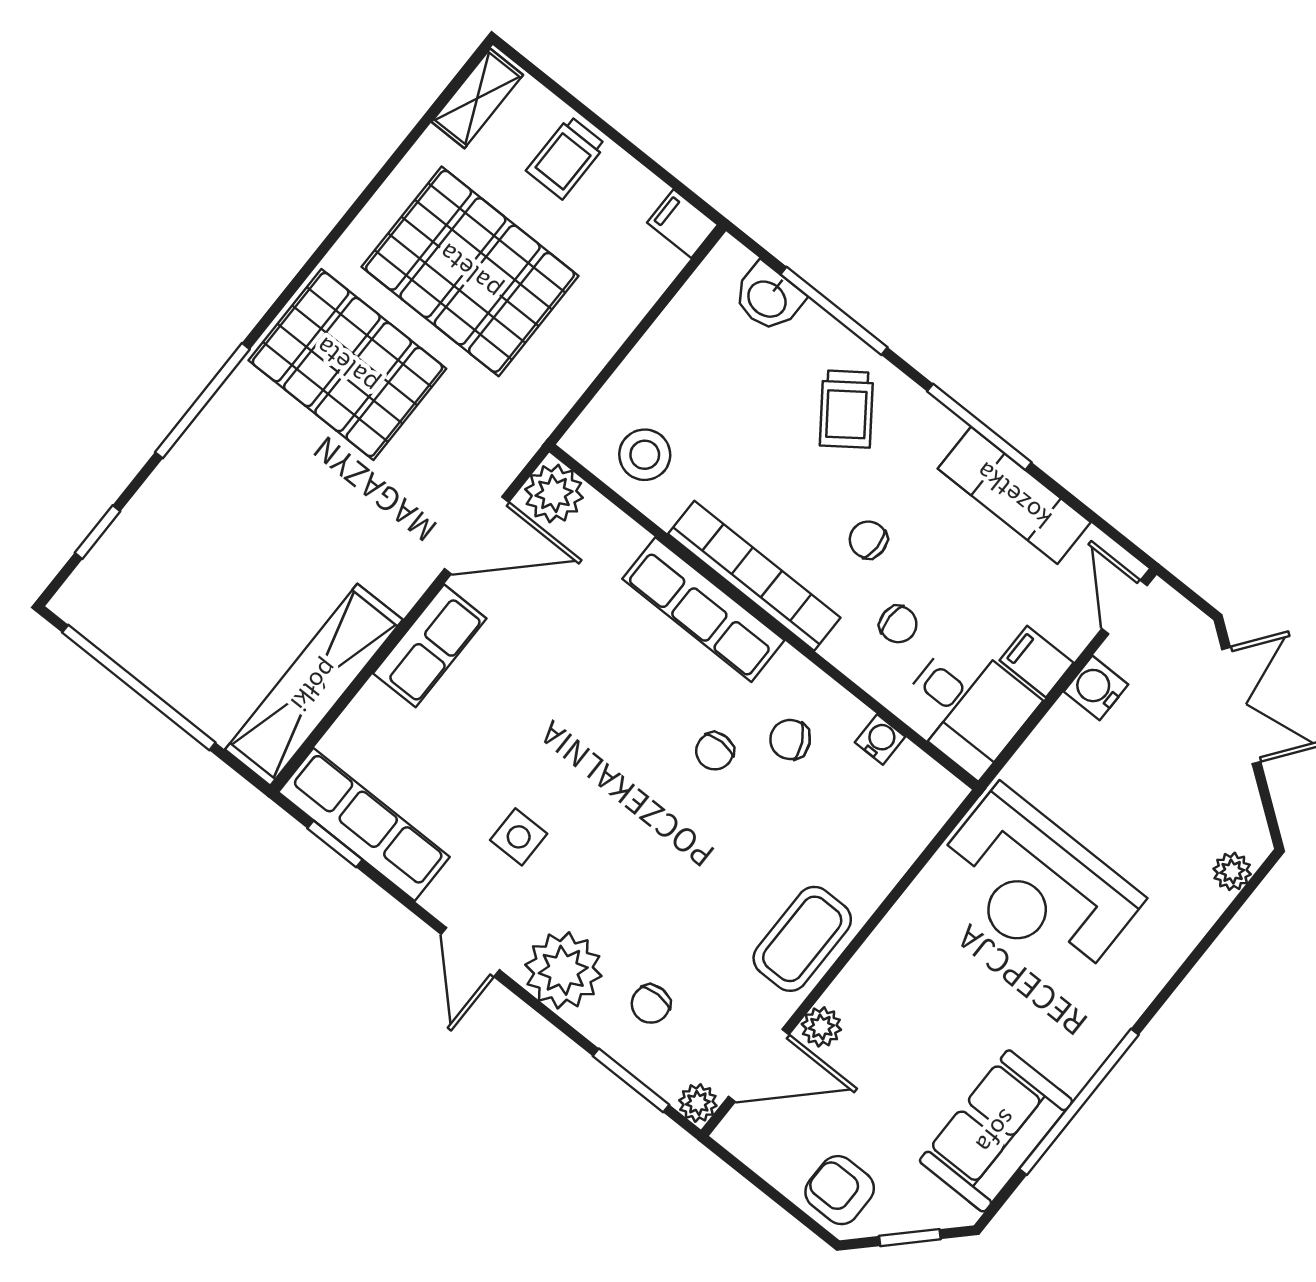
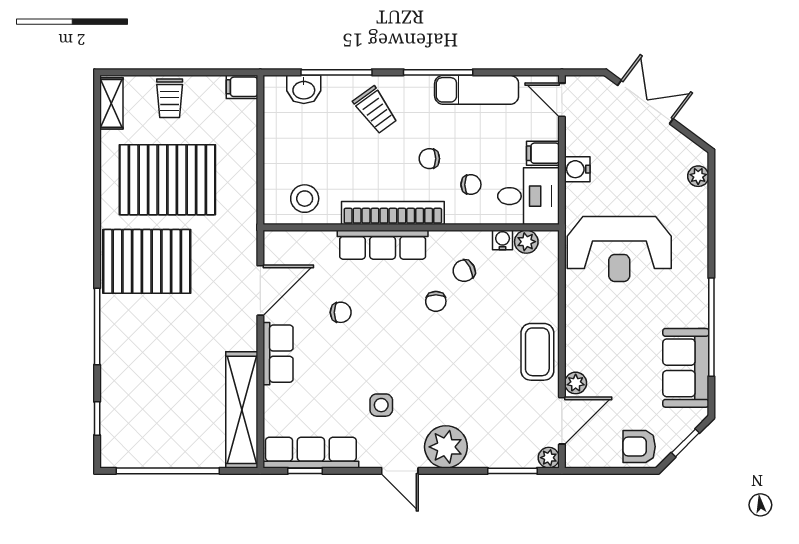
plant: (554, 493) -> (526, 242), moved, width x0.73, depth x0.73
water cooler: (1096, 688) -> (577, 169), moved
chair: (651, 1004) -> (341, 312), moved, turned -90

